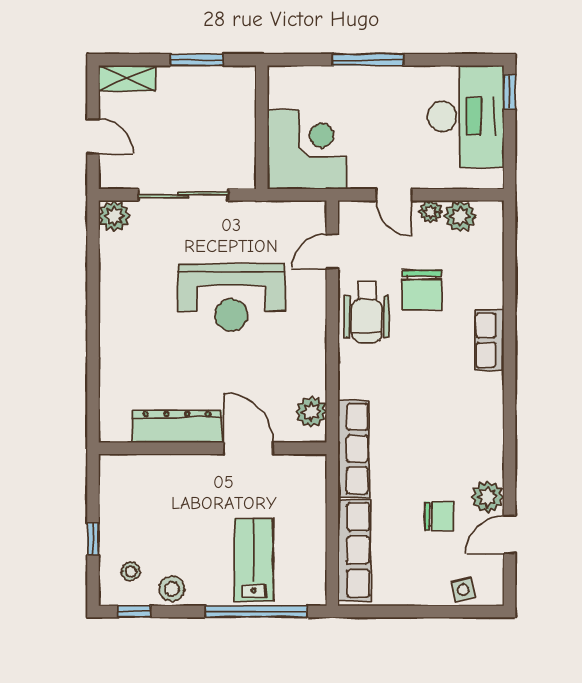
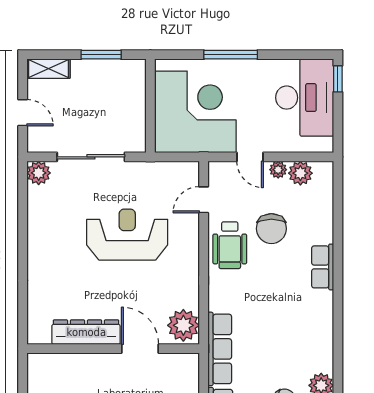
corner desk: (307, 150) -> (195, 112), width x1.36, depth x1.36
reception desk: (231, 298) -> (127, 235), turned 180
plant: (311, 412) -> (183, 325), width x1.36, depth x1.36

